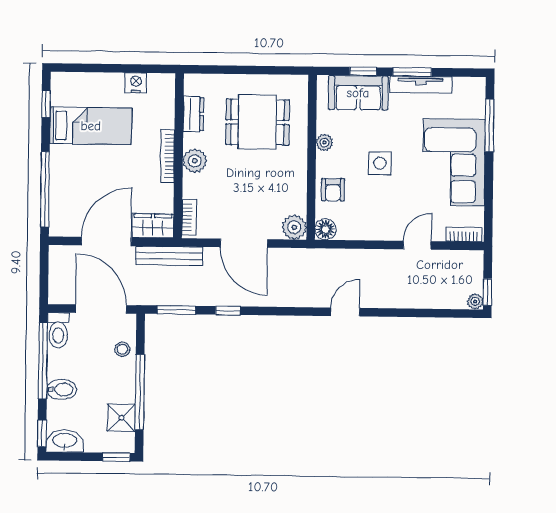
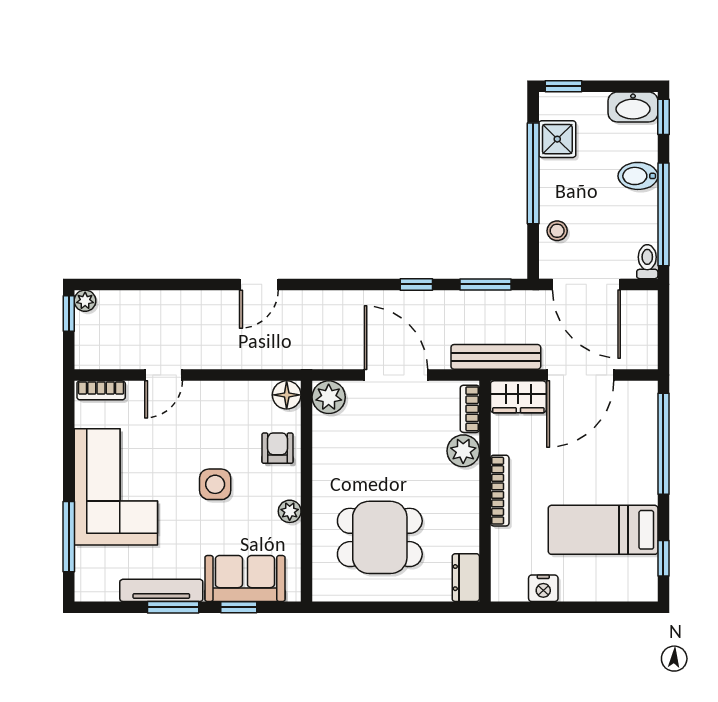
dresser: (193, 114) -> (466, 578), moved
plant: (195, 161) -> (463, 451), moved
toilet: (58, 330) -> (647, 262), width x0.73, depth x0.72

